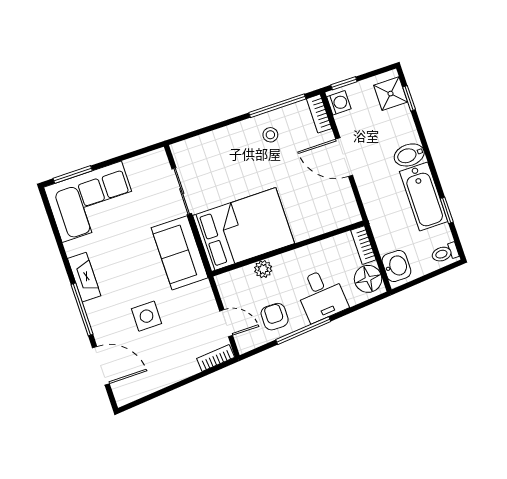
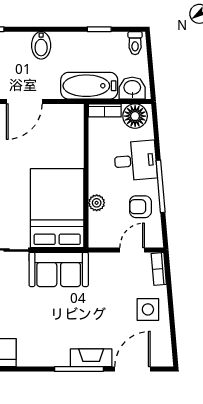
bathtub: (424, 197) -> (89, 86), moved, turned 180
fireplace: (84, 277) -> (91, 358), moved
side table: (146, 316) -> (148, 309), moved

